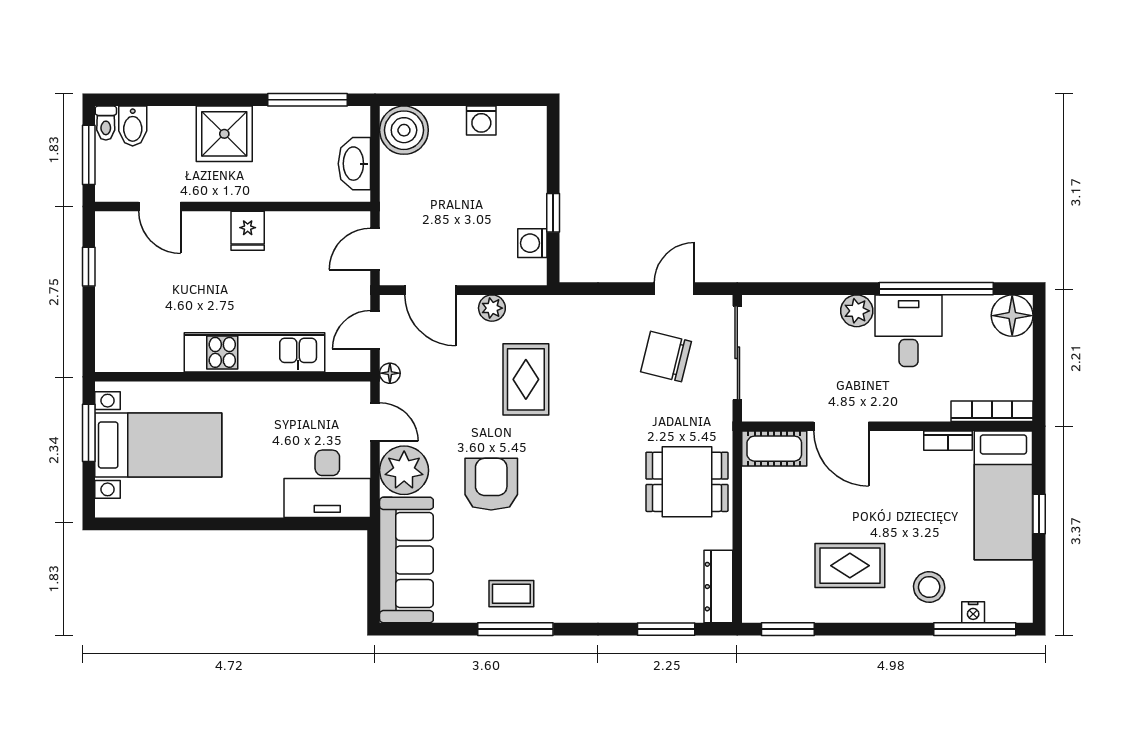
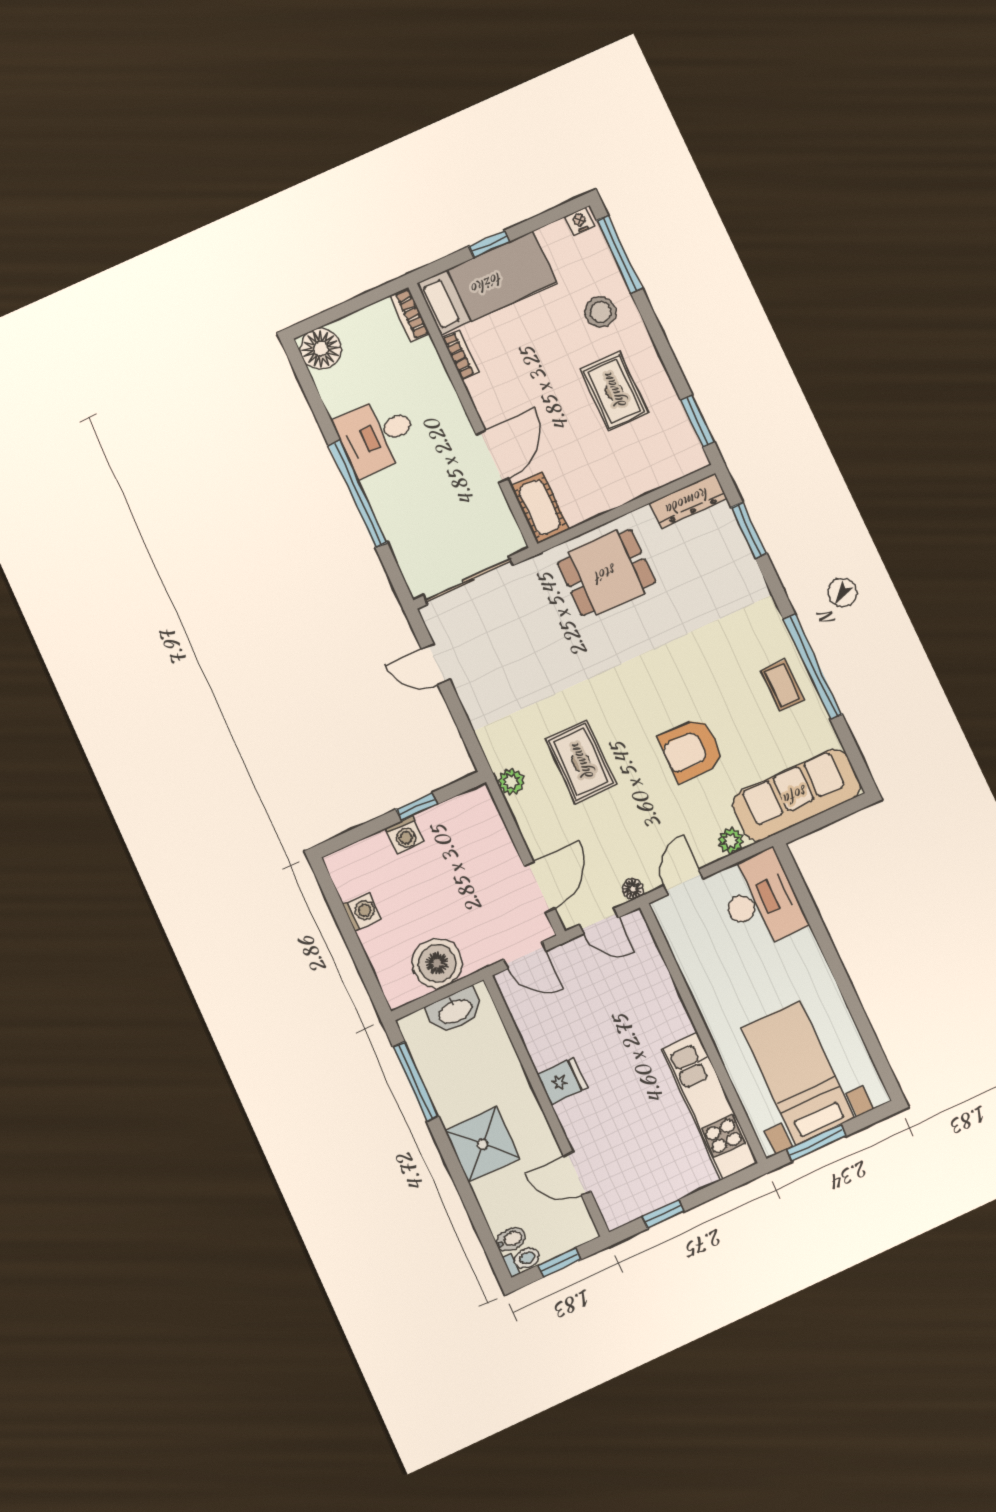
bidet: (133, 126) -> (511, 1239), width x0.72, depth x0.74
boiler: (404, 130) -> (437, 963), moved
window: (89, 155) -> (559, 1262), width x0.67
door: (160, 207) -> (577, 1174), swing flipped
washing machine: (532, 243) -> (405, 835), moved
window: (936, 289) -> (358, 494), moved
plant: (492, 308) -> (511, 782), moved
plant: (857, 311) -> (380, 490), removed
kitchen unit: (255, 352) -> (709, 1106), moved
chair: (666, 357) -> (501, 644), removed
rug: (526, 379) -> (581, 762), turned 90
bookcase: (992, 411) -> (410, 315), width x0.64
plant: (404, 470) -> (731, 841), width x0.53, depth x0.53
dining table: (687, 482) -> (606, 573), turned 90
nightstand: (973, 612) -> (580, 221), moved, turned -90
window: (515, 629) -> (813, 667), width x1.46

